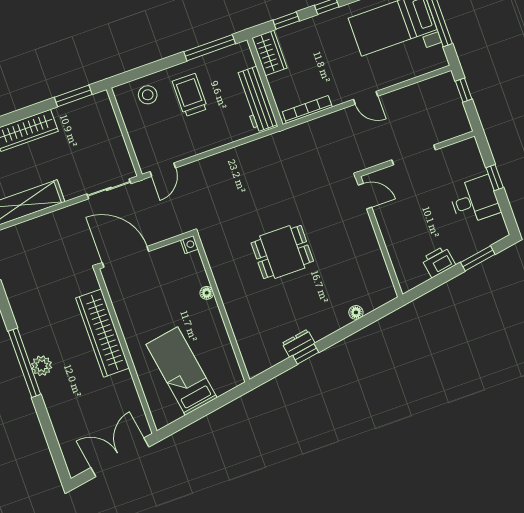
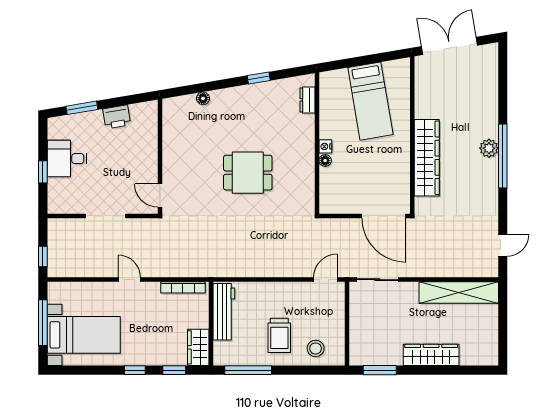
nightstand: (189, 245) -> (325, 146), moved
dresser: (298, 343) -> (307, 100), moved, turned 100
double door: (120, 457) -> (450, 46), swing flipped

